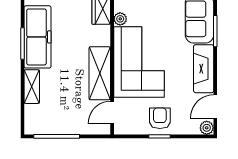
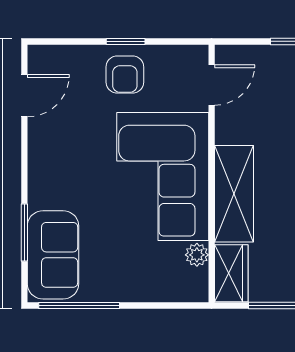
fireplace: (204, 69) -> (45, 164), removed
shelving: (100, 73) -> (234, 194), moved
plant: (207, 128) -> (40, 57), removed

